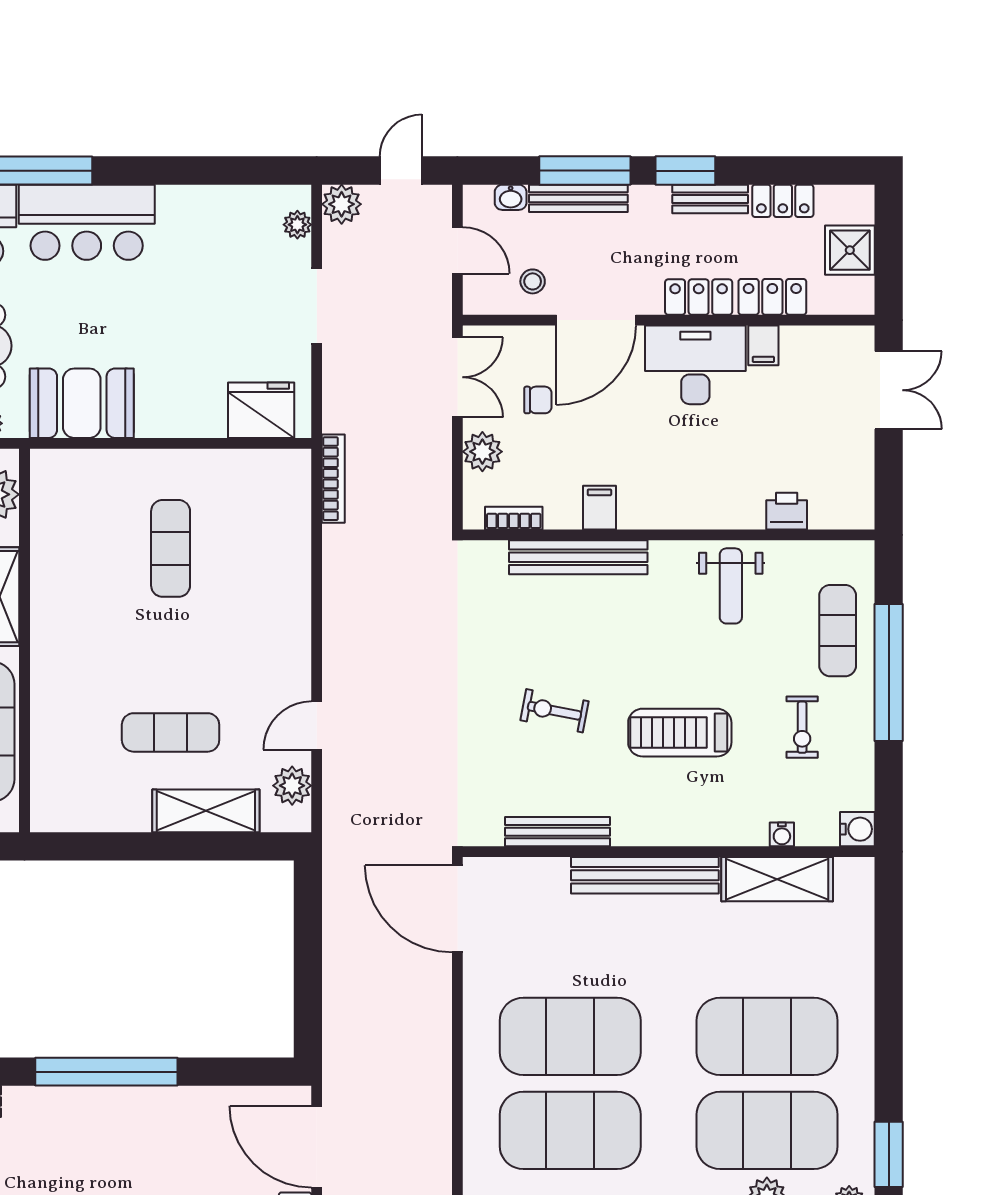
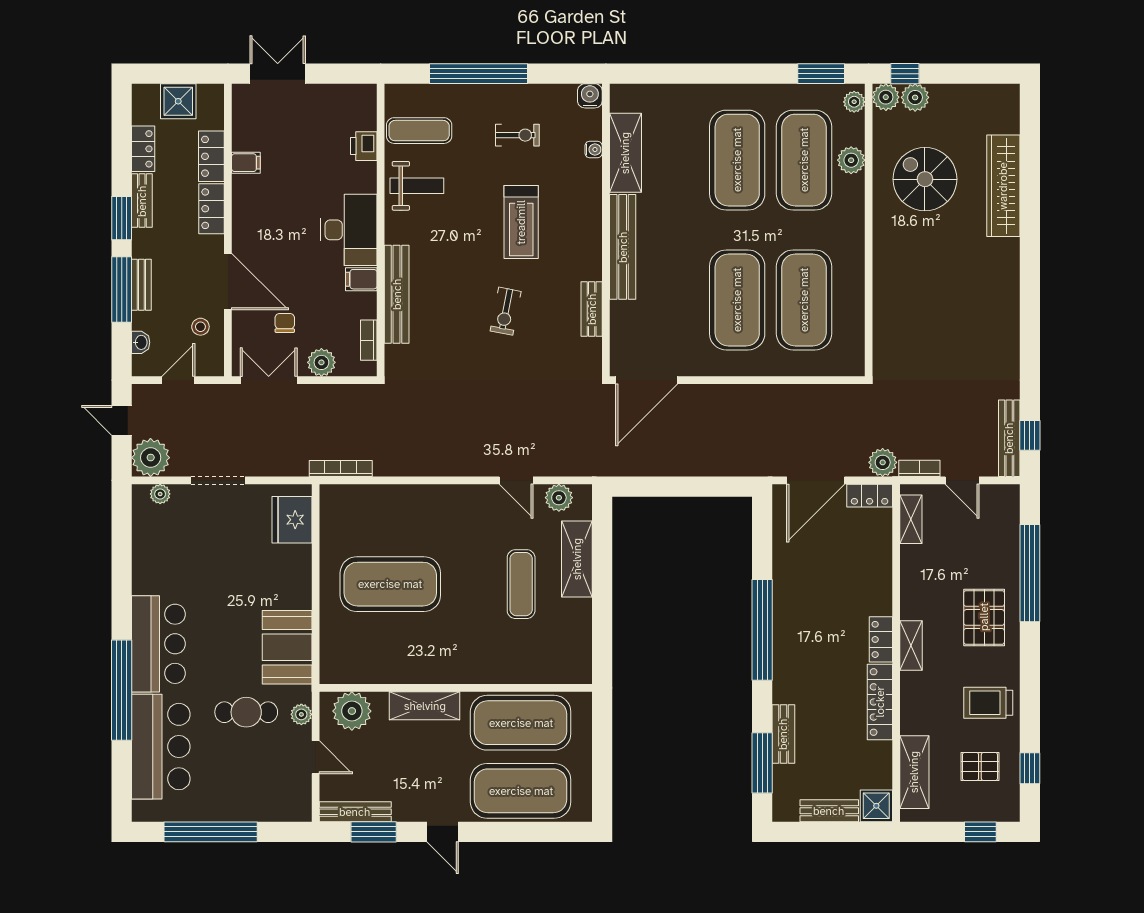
bench: (578, 198) -> (141, 285), width x0.73
plant: (342, 204) -> (151, 458), width x1.36, depth x1.36
desk: (695, 365) -> (349, 230), moved, turned 180
exercise mat: (171, 548) -> (390, 584), width x2.00, depth x1.45
exercise mat: (838, 631) -> (419, 131), moved
bench: (558, 832) -> (592, 309), width x0.73

